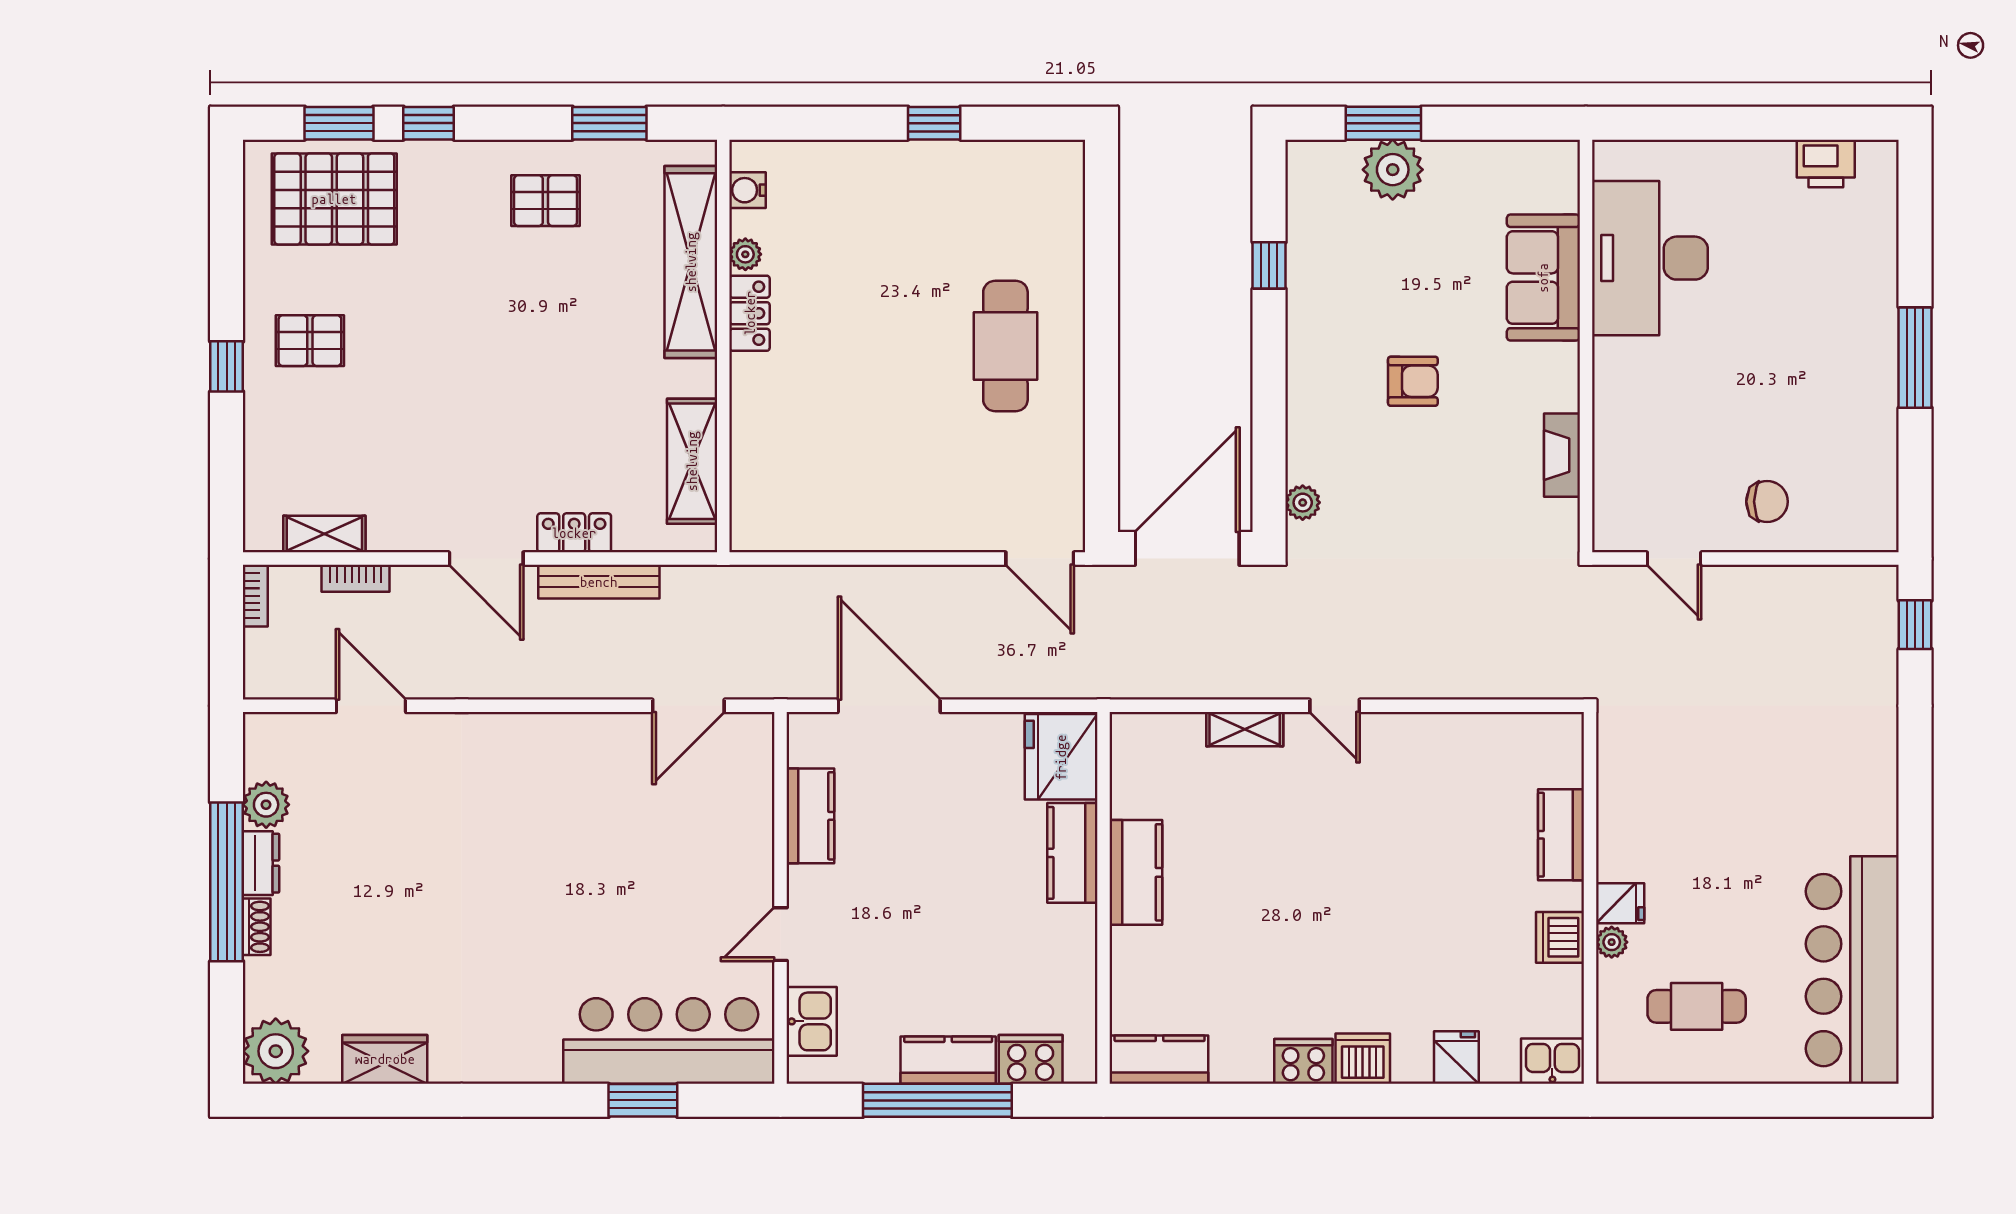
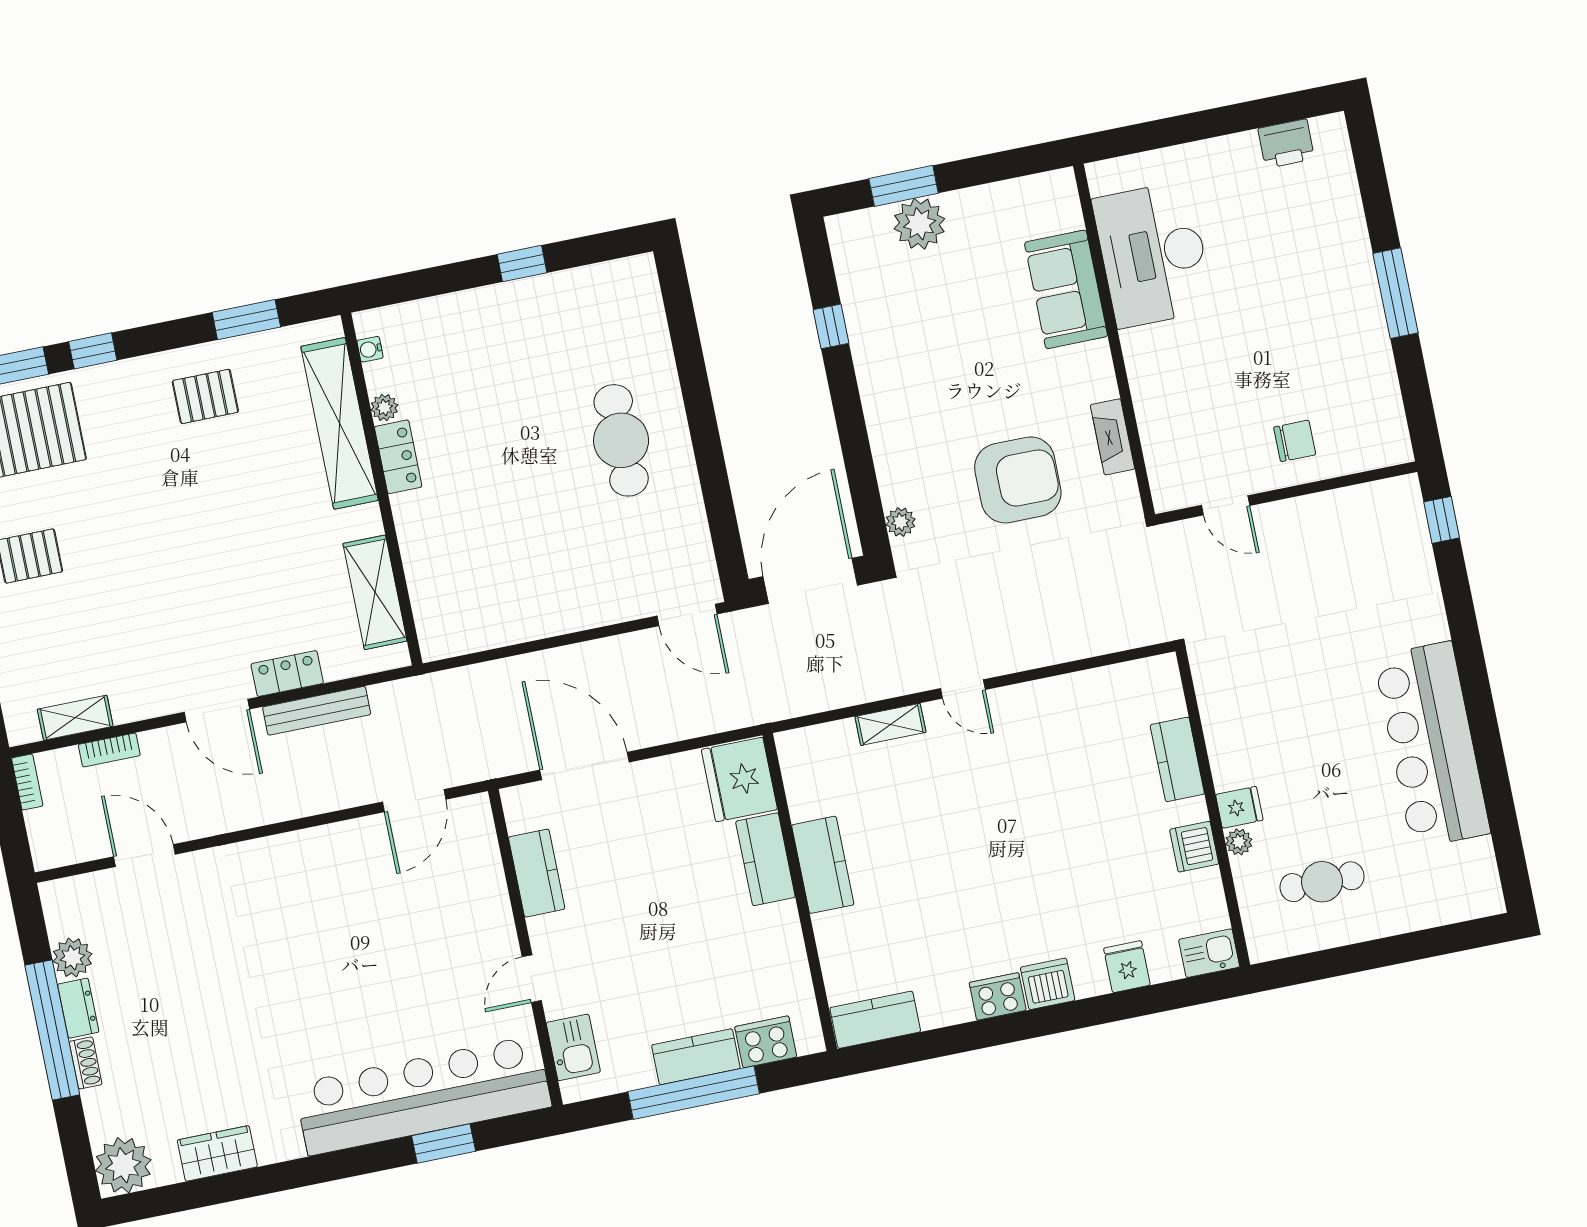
water cooler: (747, 190) -> (370, 349), width x0.72, depth x0.72
armchair: (1413, 381) -> (1018, 480), moved, width x1.88, depth x1.88
bar counter: (1852, 970) -> (1432, 745), moved
bar counter: (669, 1041) -> (423, 1095), width x1.36

